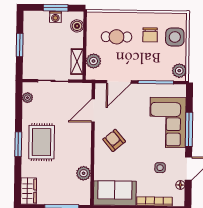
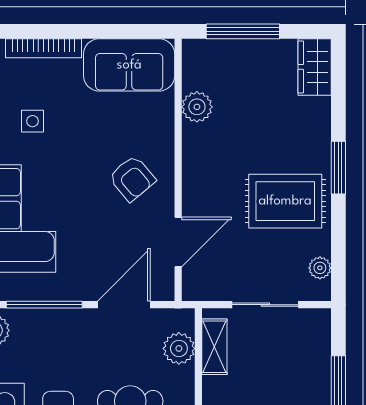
rug: (42, 142) -> (285, 201), moved, turned 90

